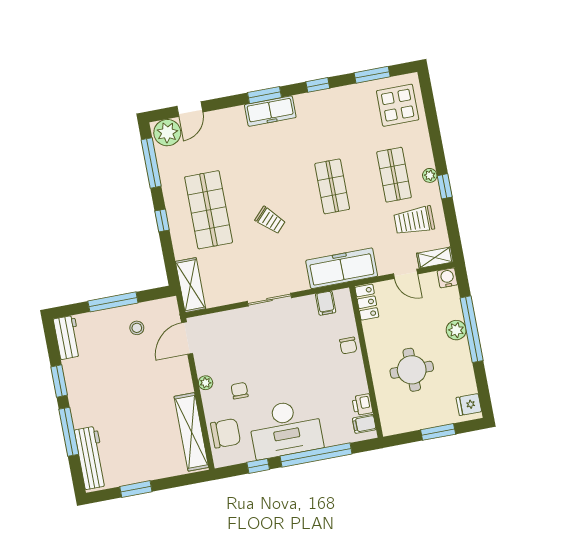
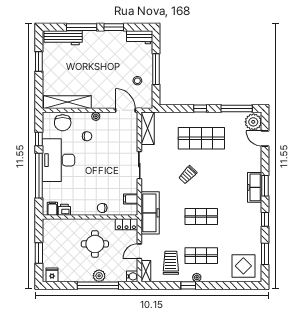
shelving: (191, 285) -> (148, 128), moved, turned 90
round table: (412, 370) -> (95, 244), moved

